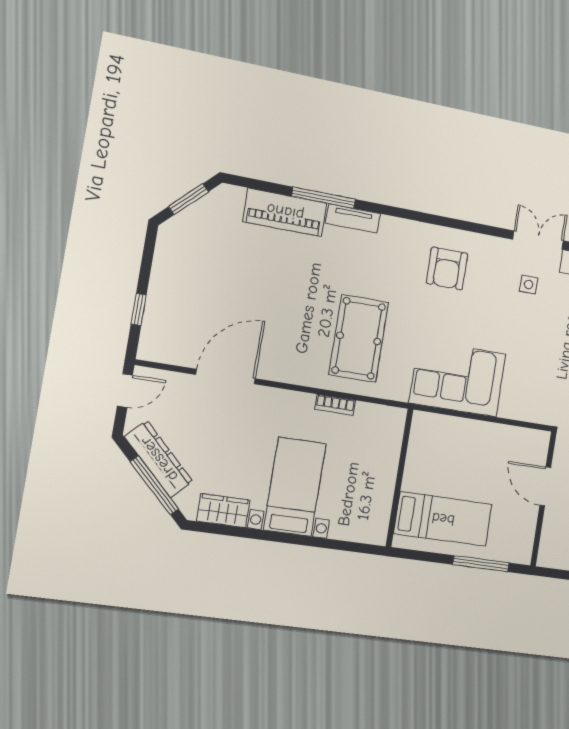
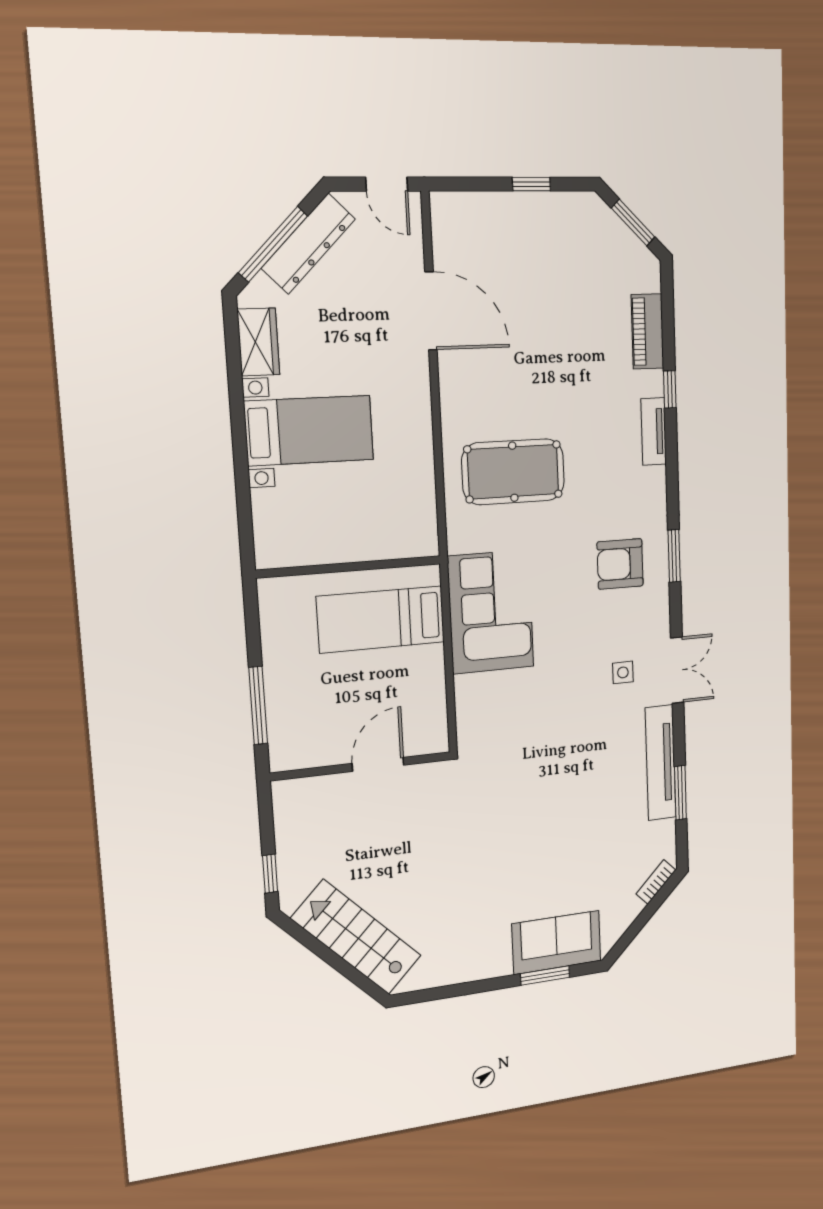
window: (324, 198) -> (670, 389), width x0.46
piano: (285, 212) -> (647, 331), width x0.73, depth x0.75
window: (451, 223) -> (674, 556), added
window: (139, 309) -> (531, 184), moved
bookcase: (335, 405) -> (425, 460), removed
bed: (443, 519) -> (381, 619), moved, turned 90

